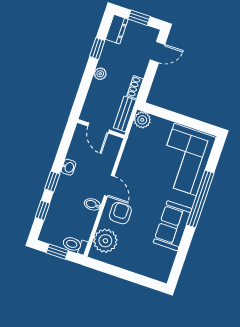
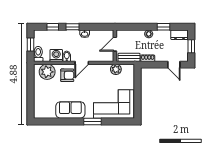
plant: (142, 120) -> (116, 69), moved
window: (200, 199) -> (92, 121), width x0.47
washing machine: (86, 219) -> (56, 55), added

